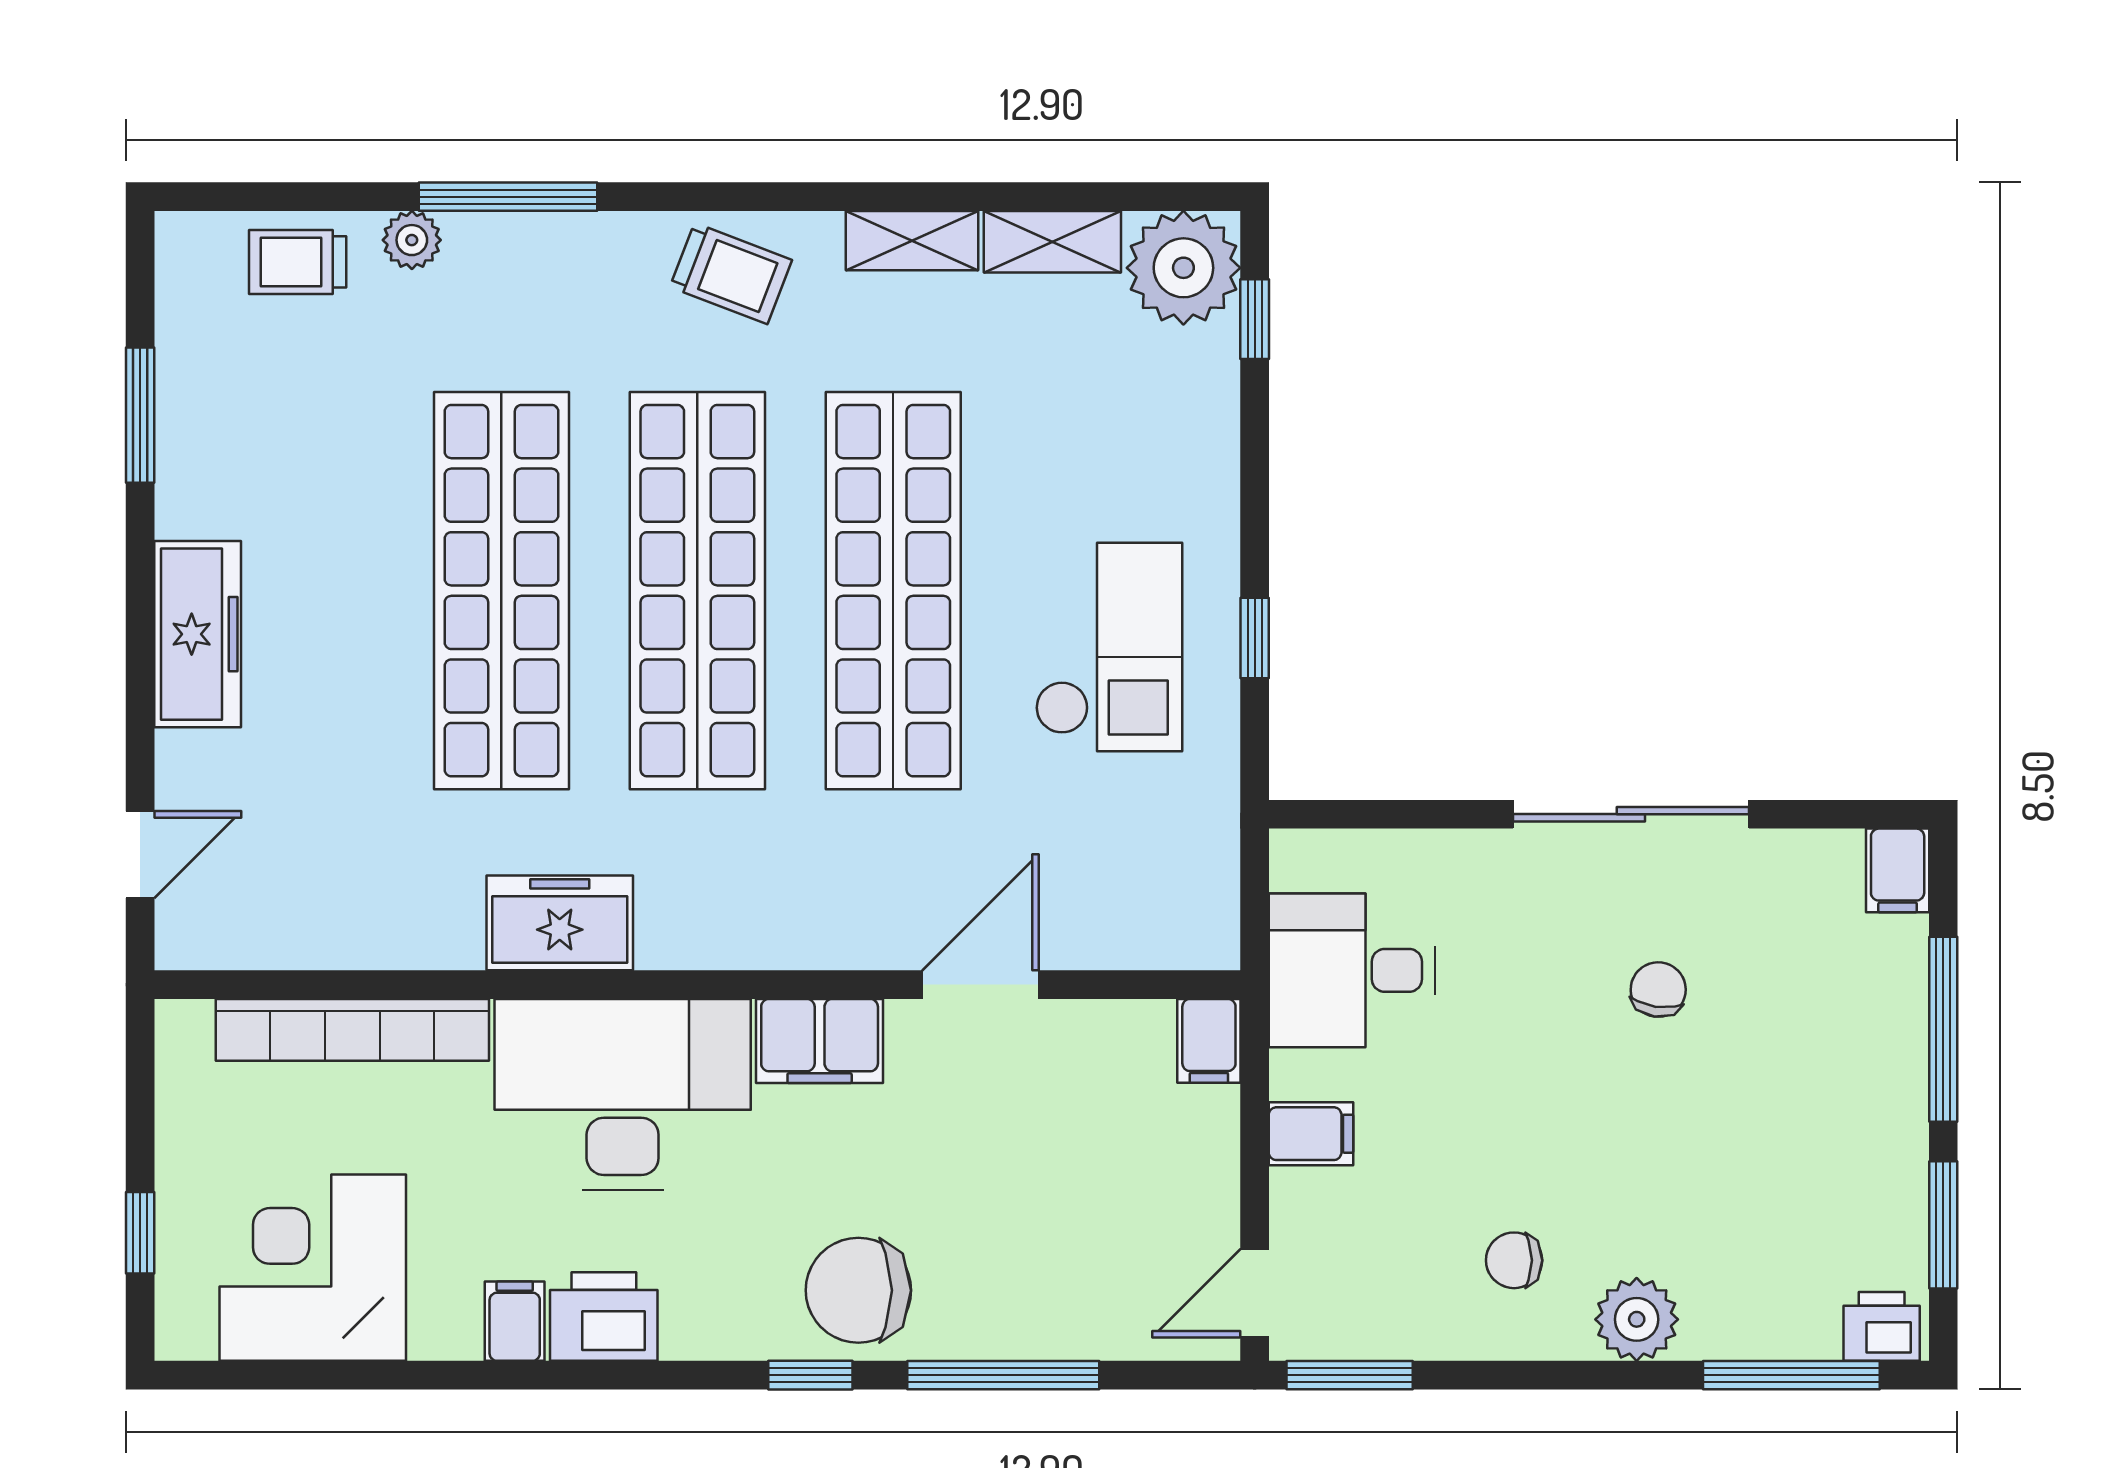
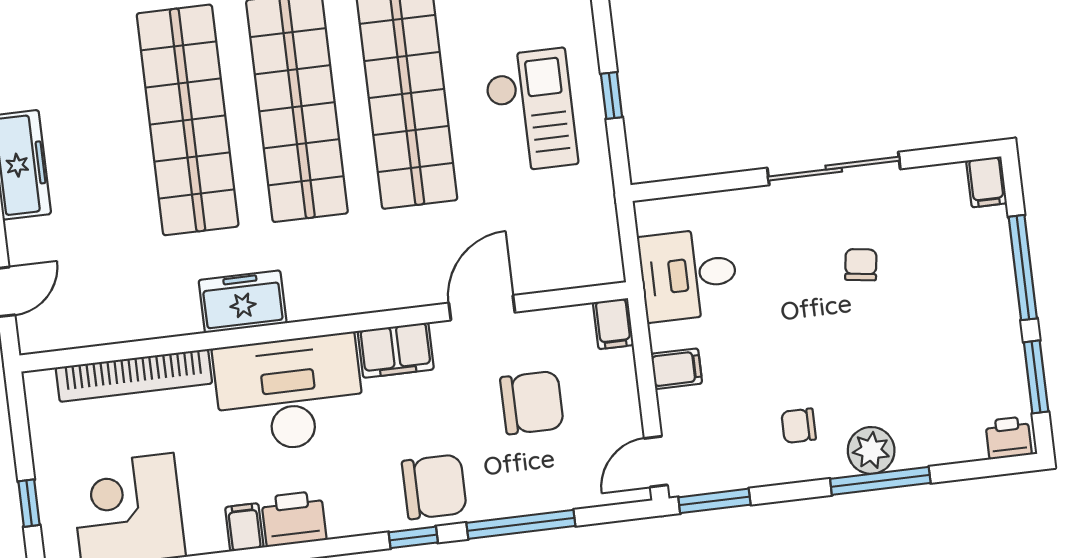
chair: (1049, 1163) -> (532, 403), added
chair: (858, 1290) -> (434, 487), turned 180
window: (1791, 1375) -> (880, 481), moved

